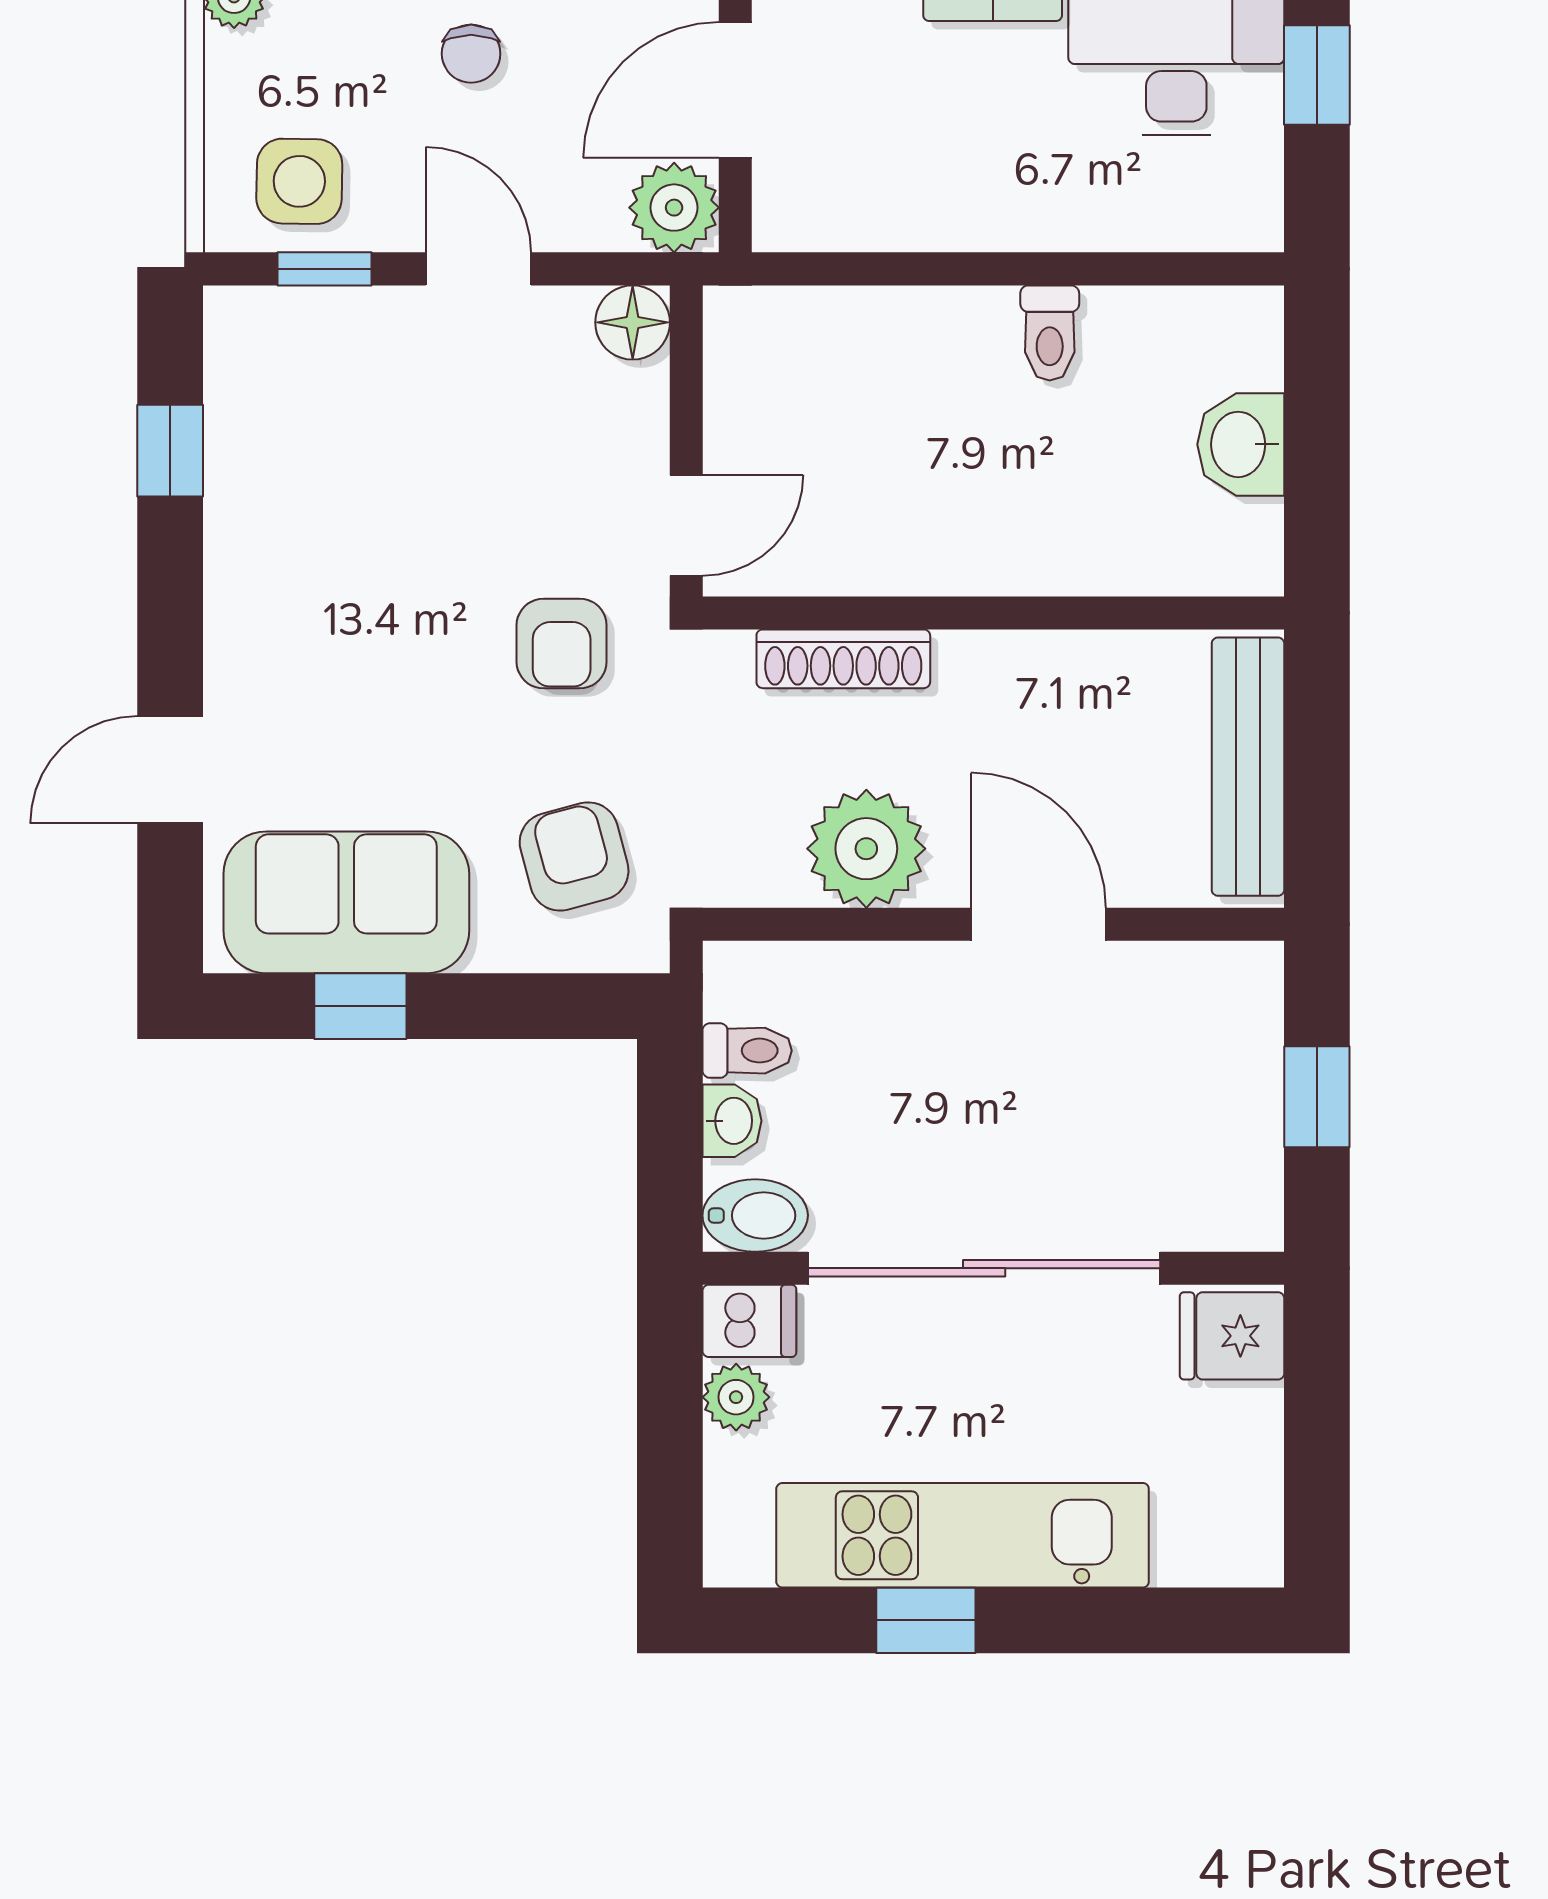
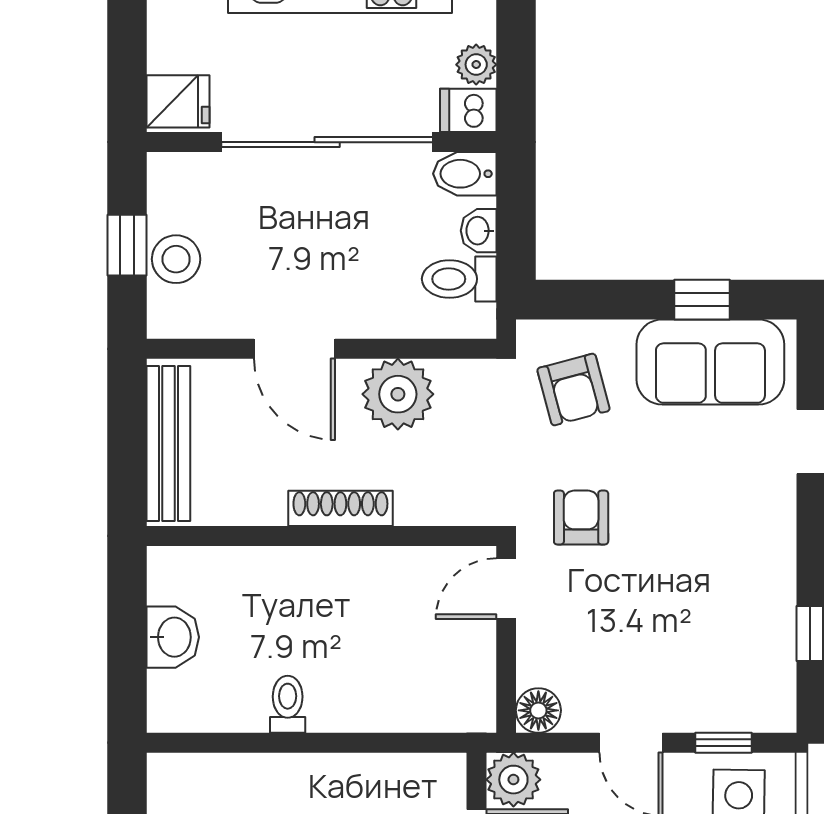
shoe rack: (843, 659) -> (340, 508), moved
toilet: (747, 1051) -> (459, 279), width x1.37, depth x1.39
stool: (1235, 1073) -> (176, 259), added

